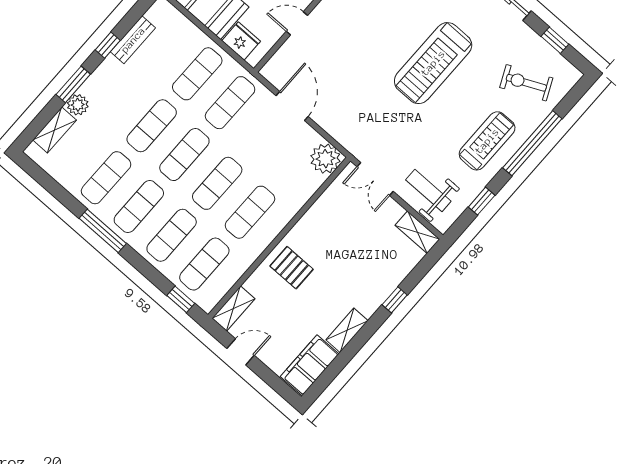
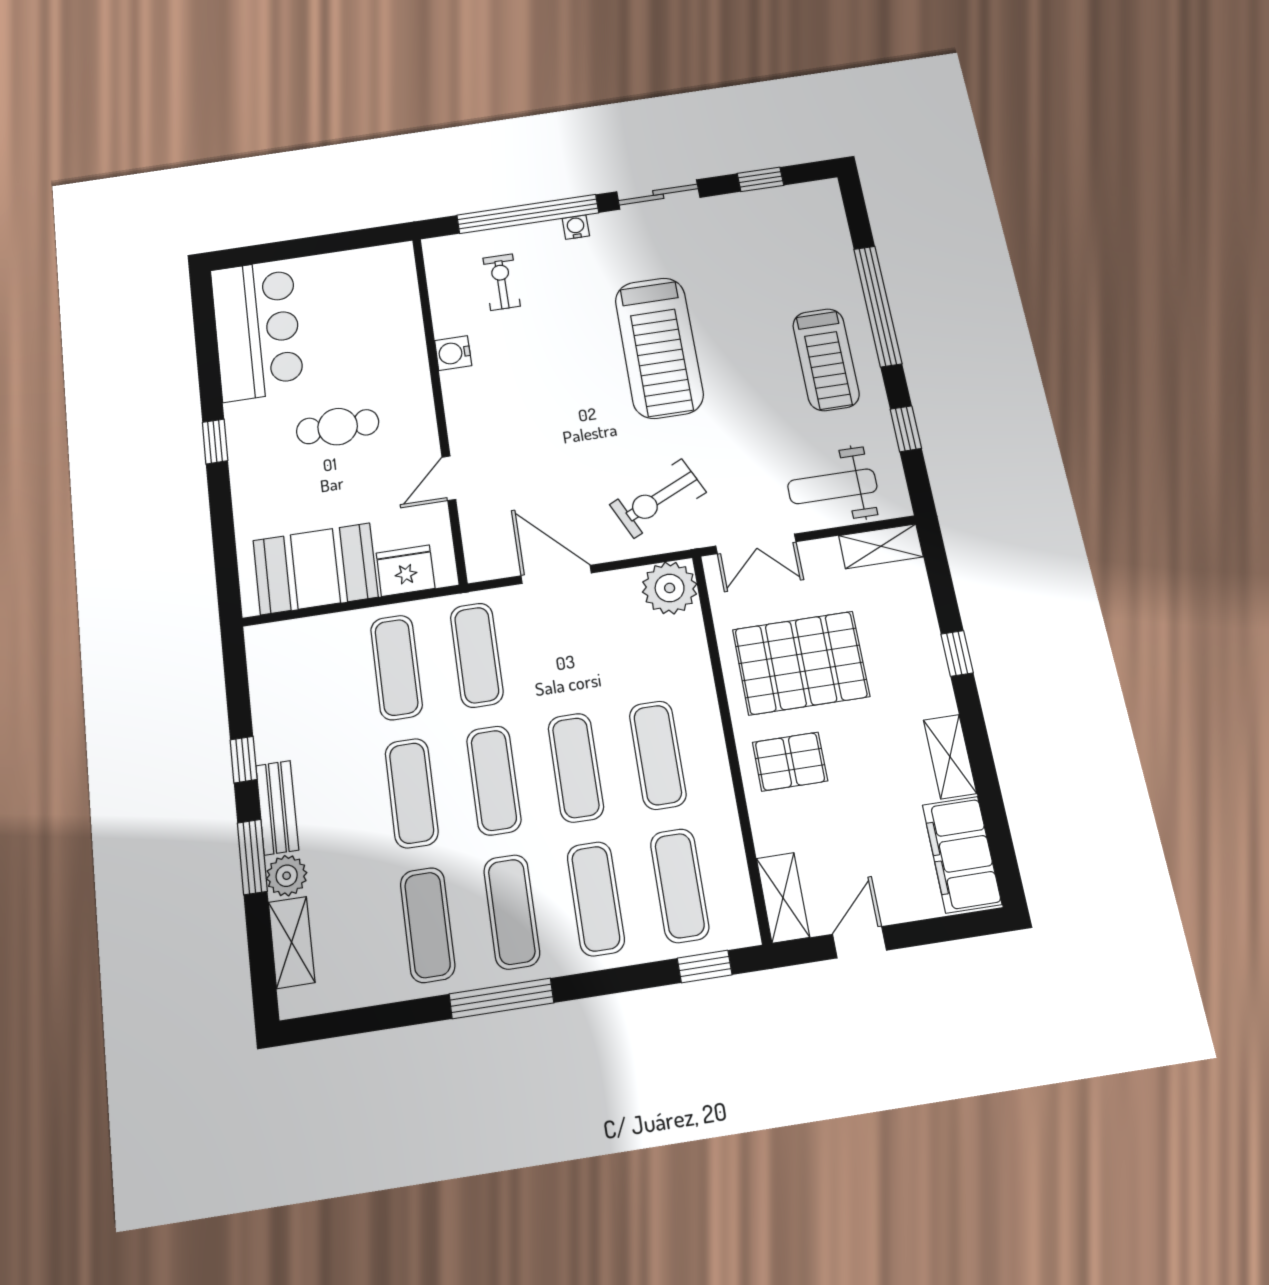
bench: (133, 40) -> (277, 808), moved
exercise bike: (526, 83) -> (658, 498), moved
treadmill: (487, 141) -> (826, 360), turned 180
pallet: (338, 239) -> (801, 663), added

